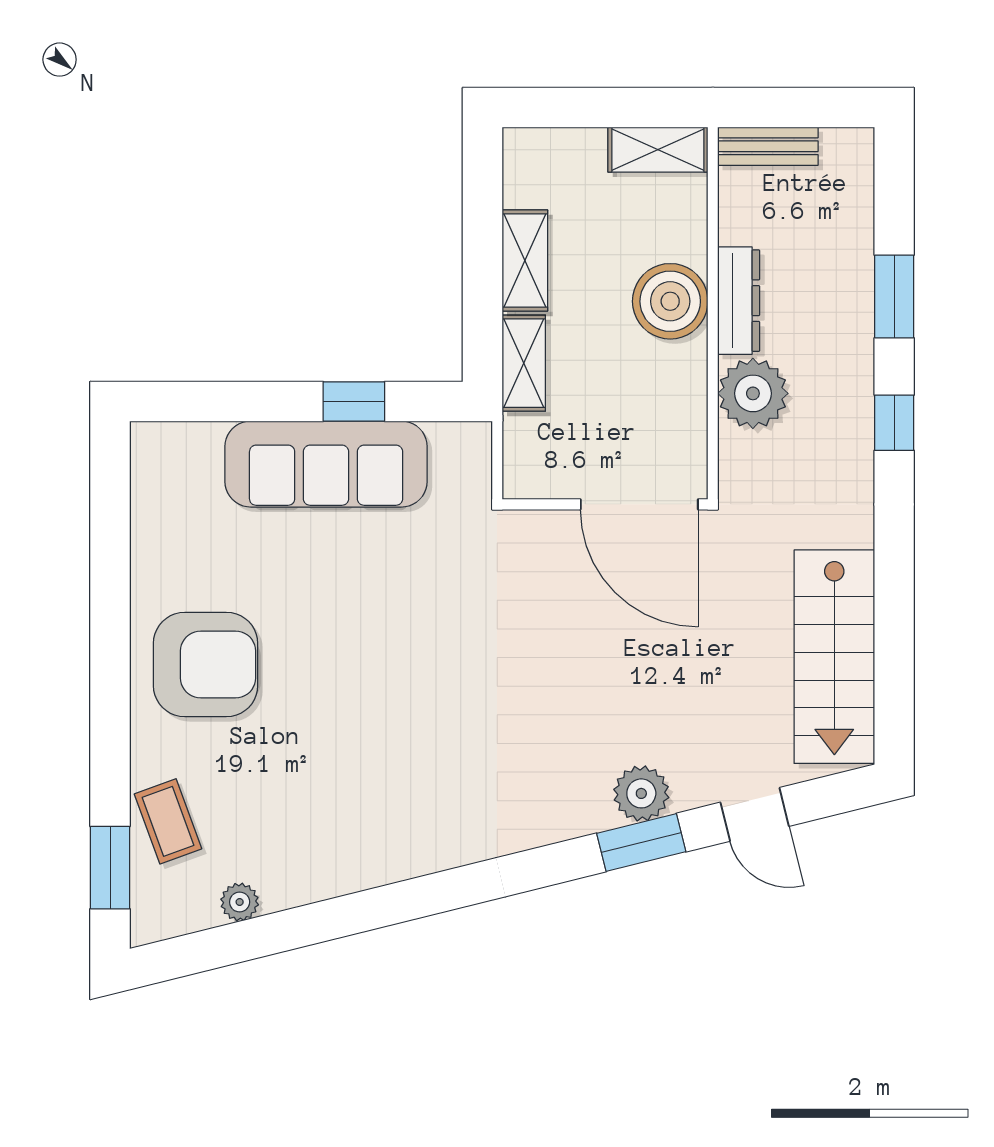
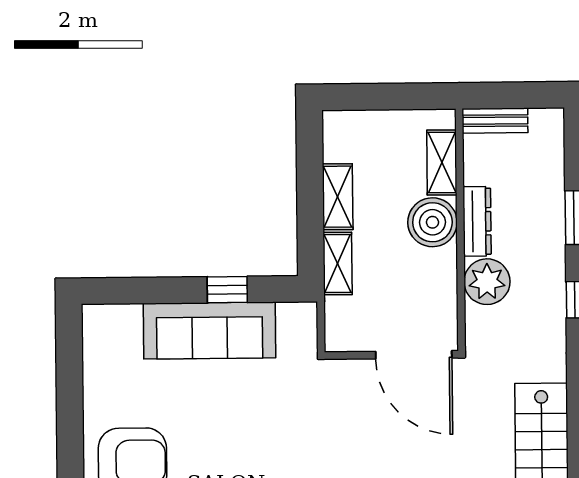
shelving: (658, 150) -> (442, 162), moved, turned 90

